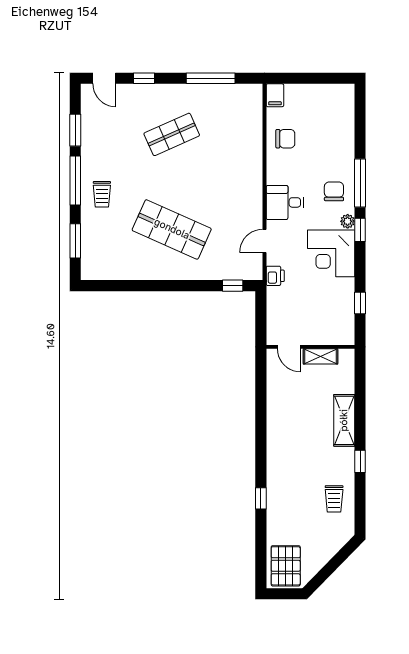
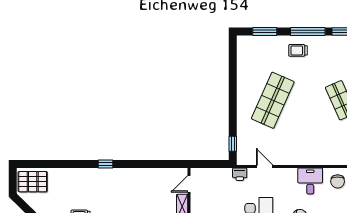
desk: (285, 202) -> (310, 181), moved
window: (261, 498) -> (105, 164), moved

